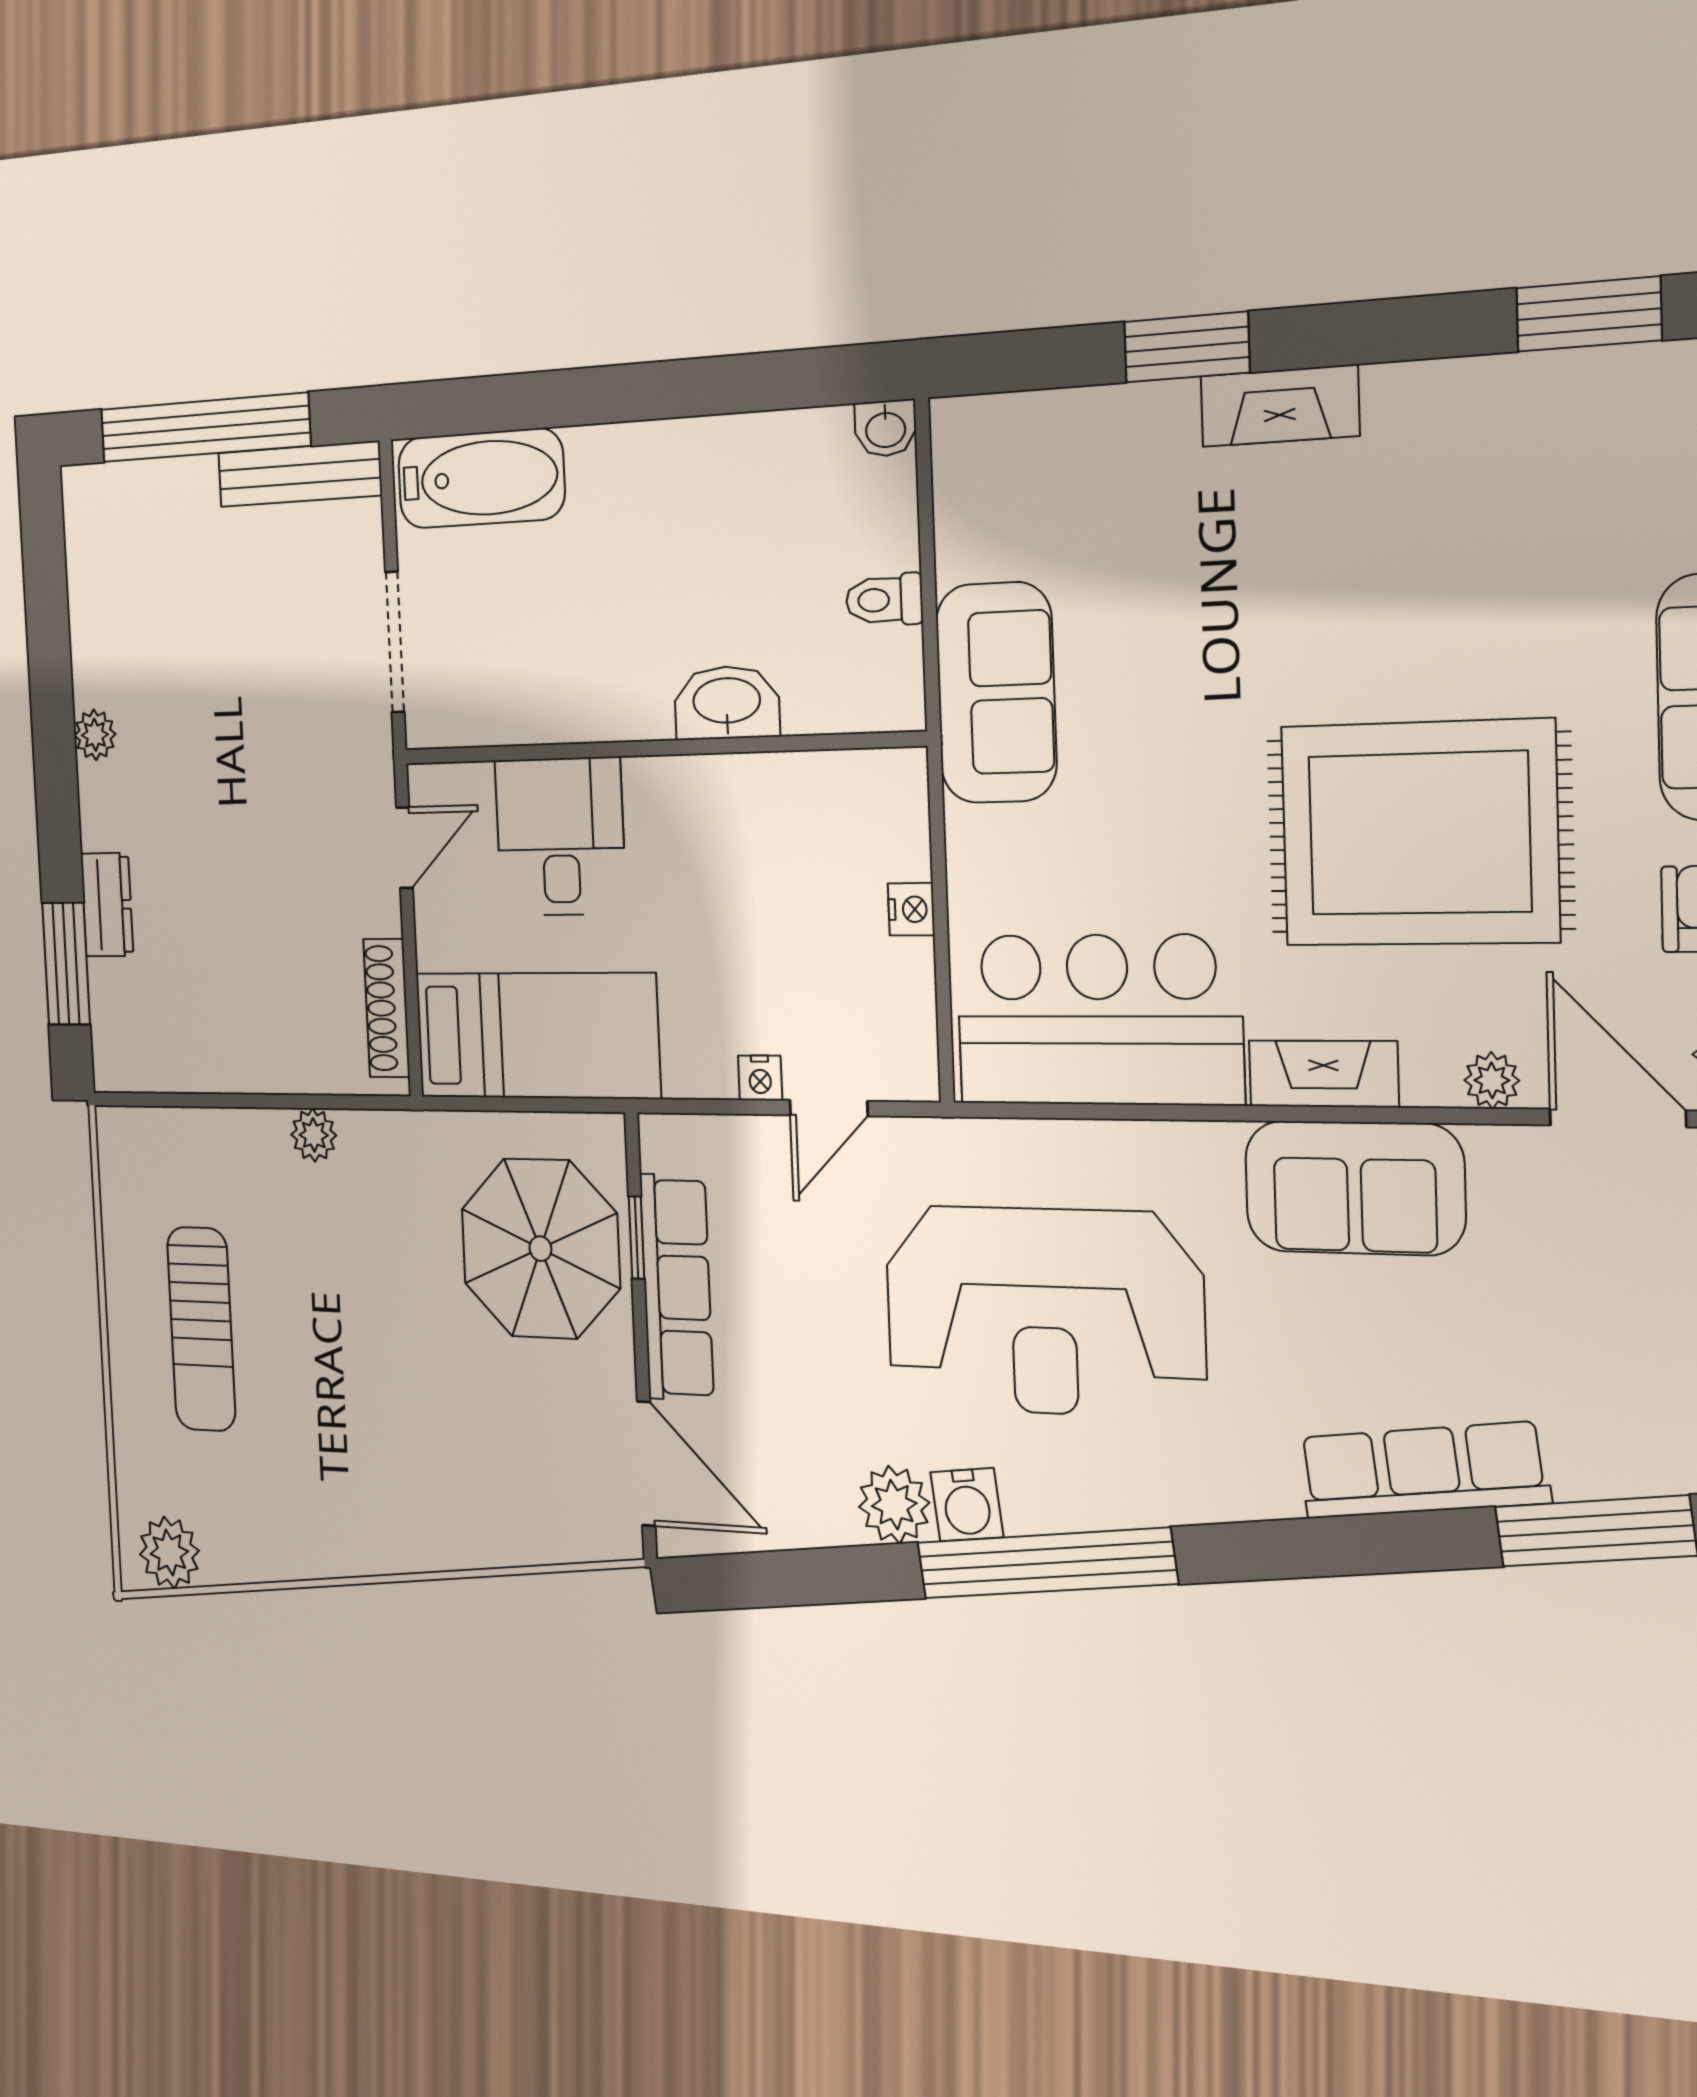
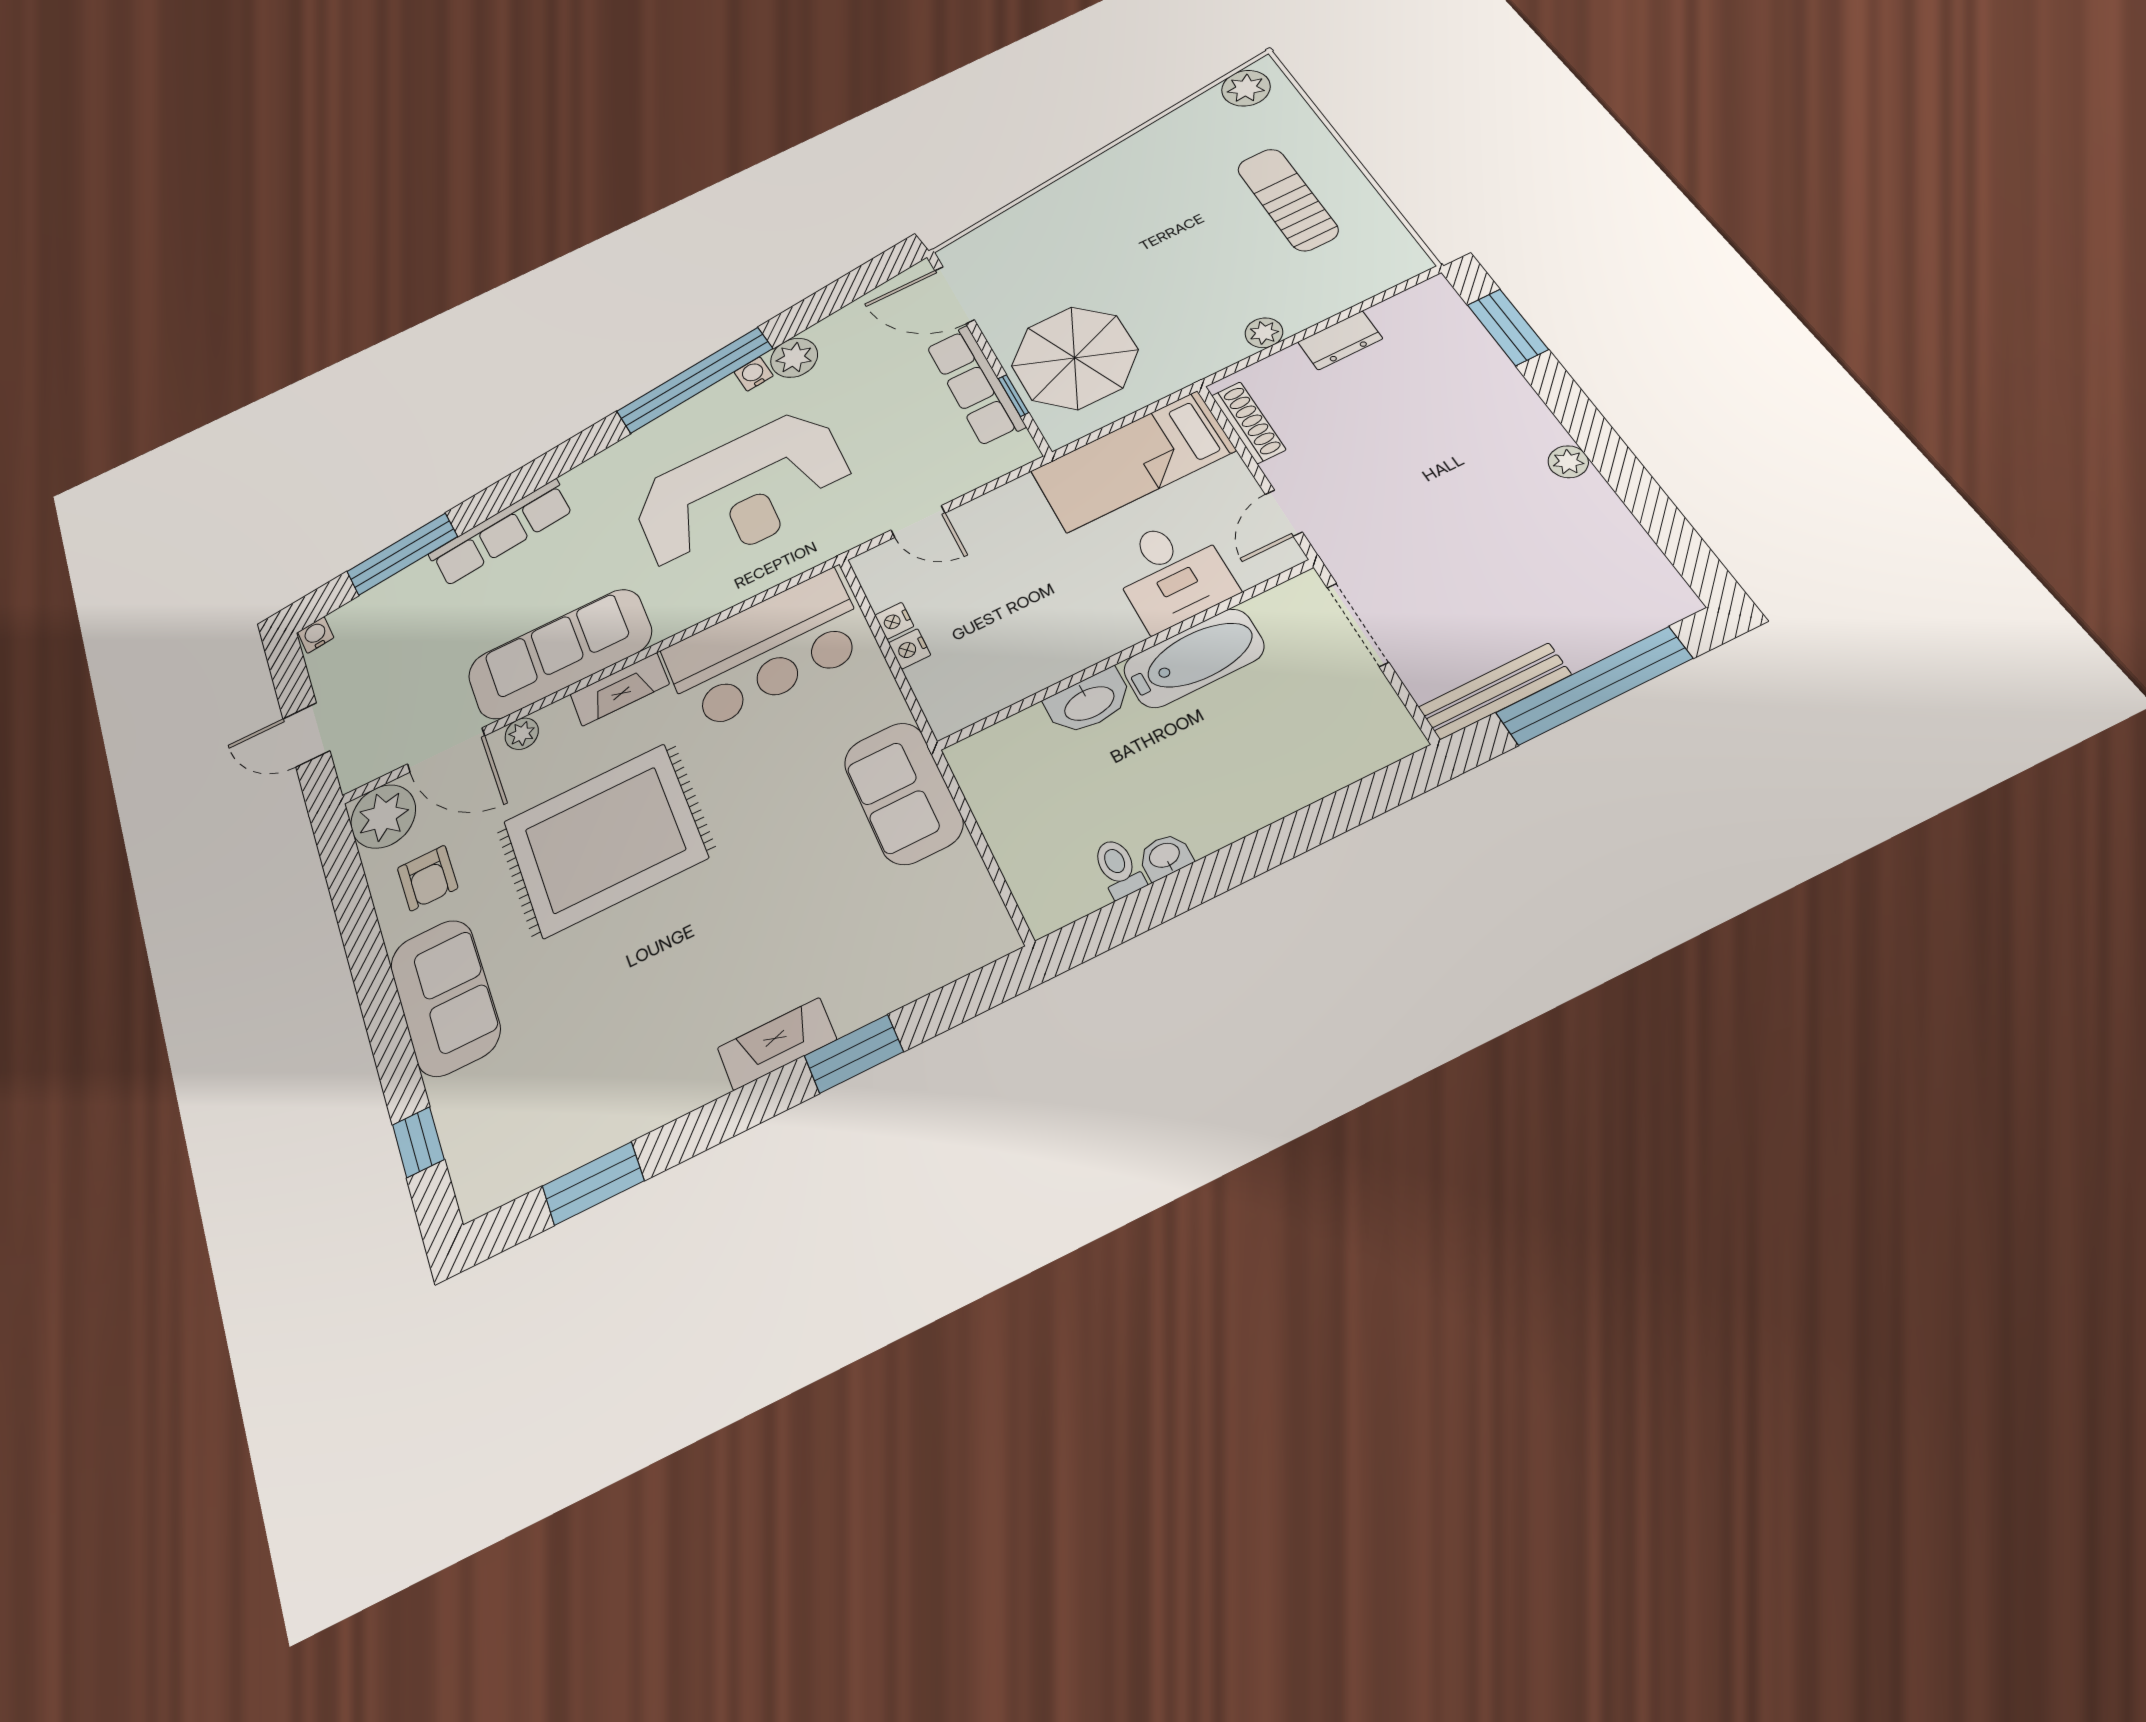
washbasin: (886, 428) -> (1165, 856), moved
bathtub: (481, 478) -> (1194, 658), moved, turned 180
toilet: (884, 600) -> (1118, 868), moved, turned -90
dresser: (107, 905) -> (1340, 340), moved, turned -90
nightstand: (760, 1078) -> (894, 621), moved, turned -90
door: (829, 1108) -> (918, 521), swing flipped
sofa: (1354, 1188) -> (560, 653), width x1.36
reception desk: (1044, 1311) -> (742, 492), turned 180
water cooler: (967, 1505) -> (754, 374), width x0.72, depth x0.72

